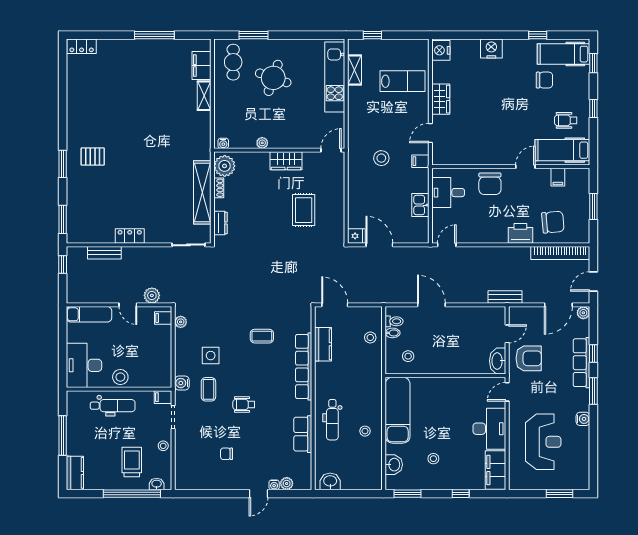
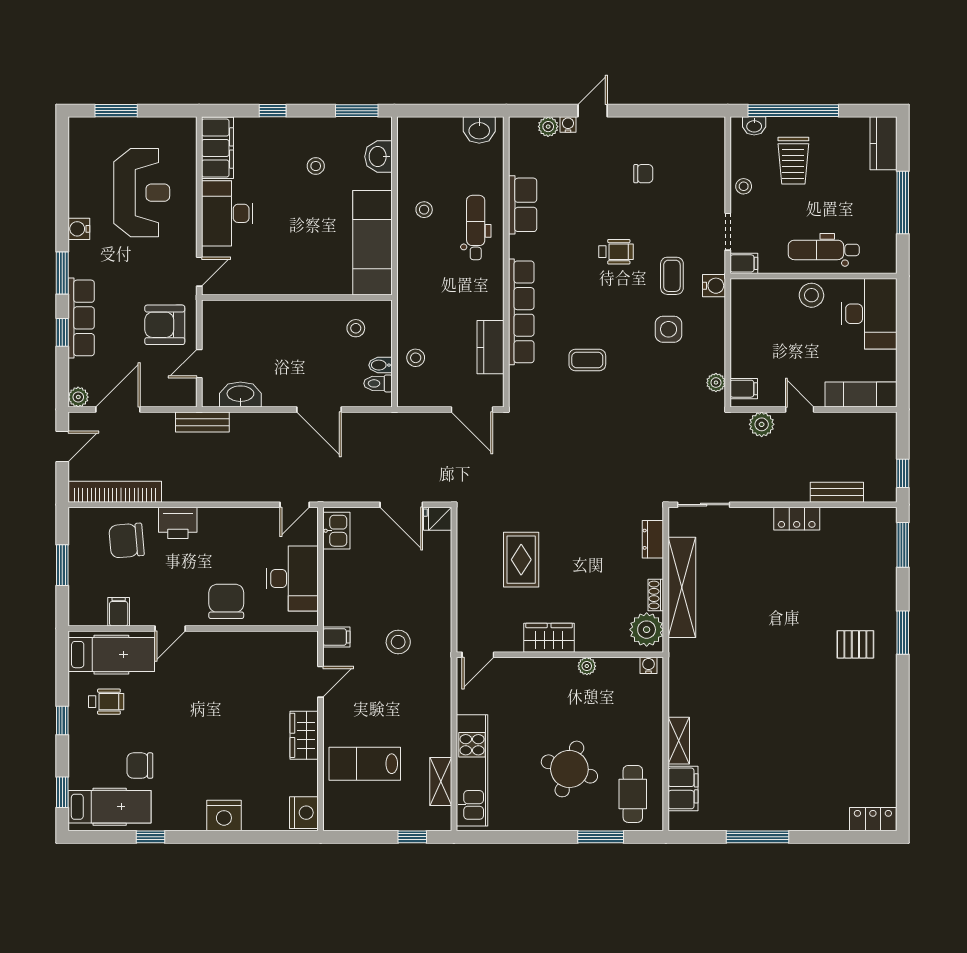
desk: (448, 193) -> (292, 579), width x1.37
kitchen sink: (420, 205) -> (336, 531), moved
washbasin: (498, 361) -> (240, 394), moved, turned -90
reception desk: (543, 442) -> (142, 193), turned 180

